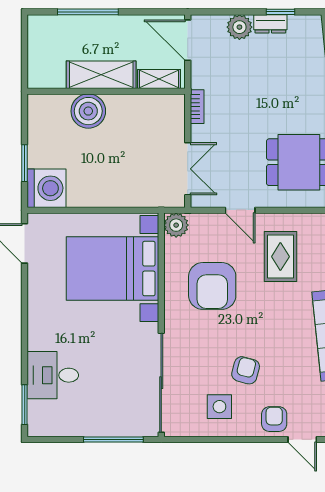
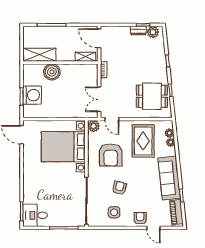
plant: (239, 27) -> (153, 32), moved
shelving: (101, 75) -> (39, 55), moved
double door: (188, 169) -> (99, 99), swing flipped
washing machine: (47, 188) -> (32, 95), moved
door: (240, 210) -> (112, 119), moved
rug: (280, 257) -> (143, 141), width x1.36, depth x1.43
armchair: (246, 370) -> (119, 188), moved
desk: (53, 375) -> (35, 215), moved

